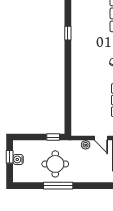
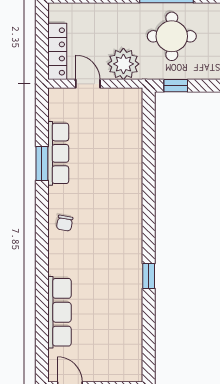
plant: (86, 145) -> (123, 64), width x1.88, depth x1.88

